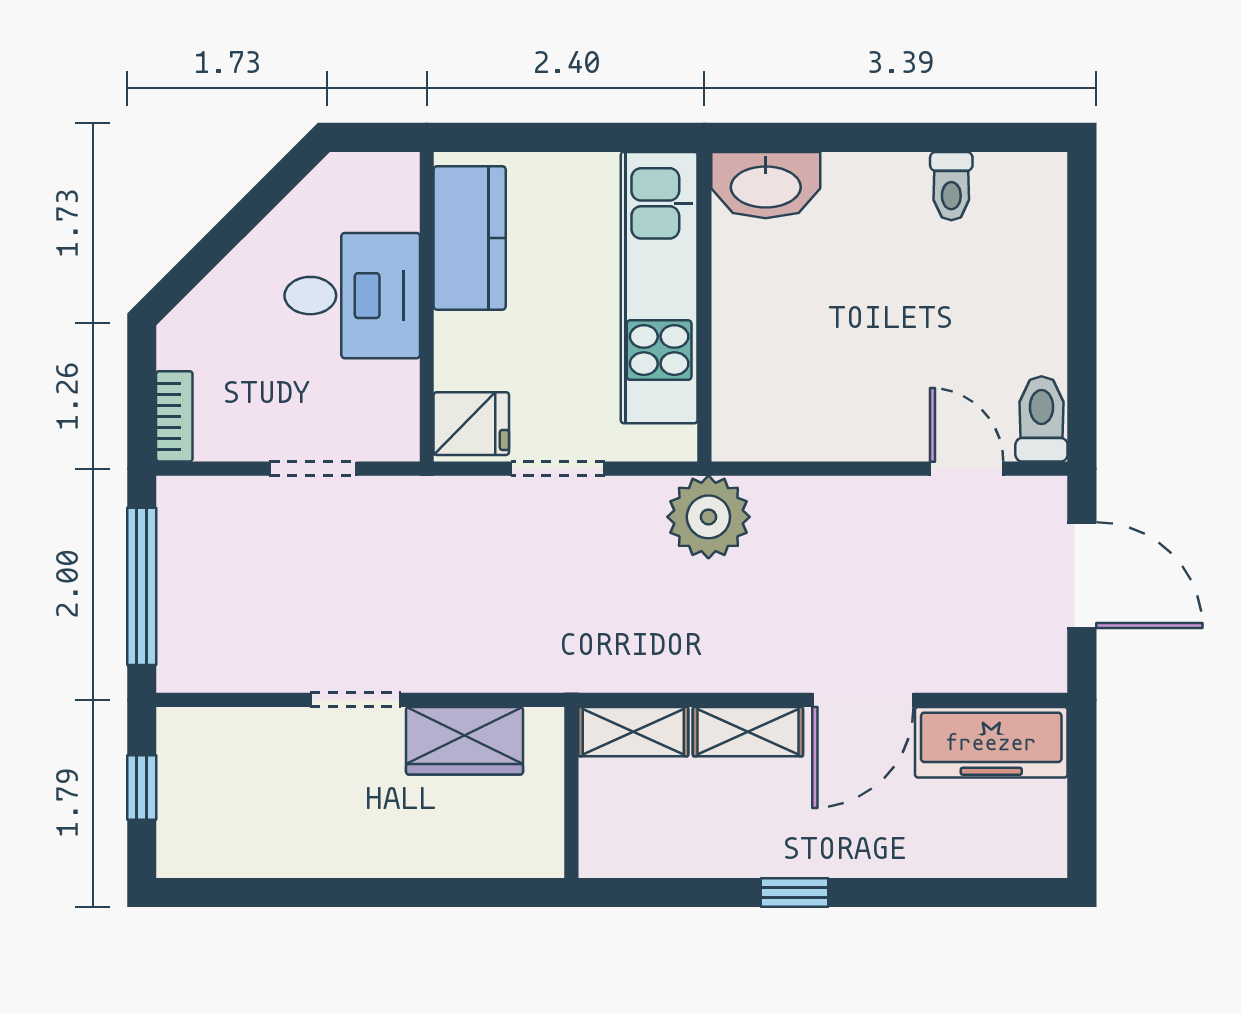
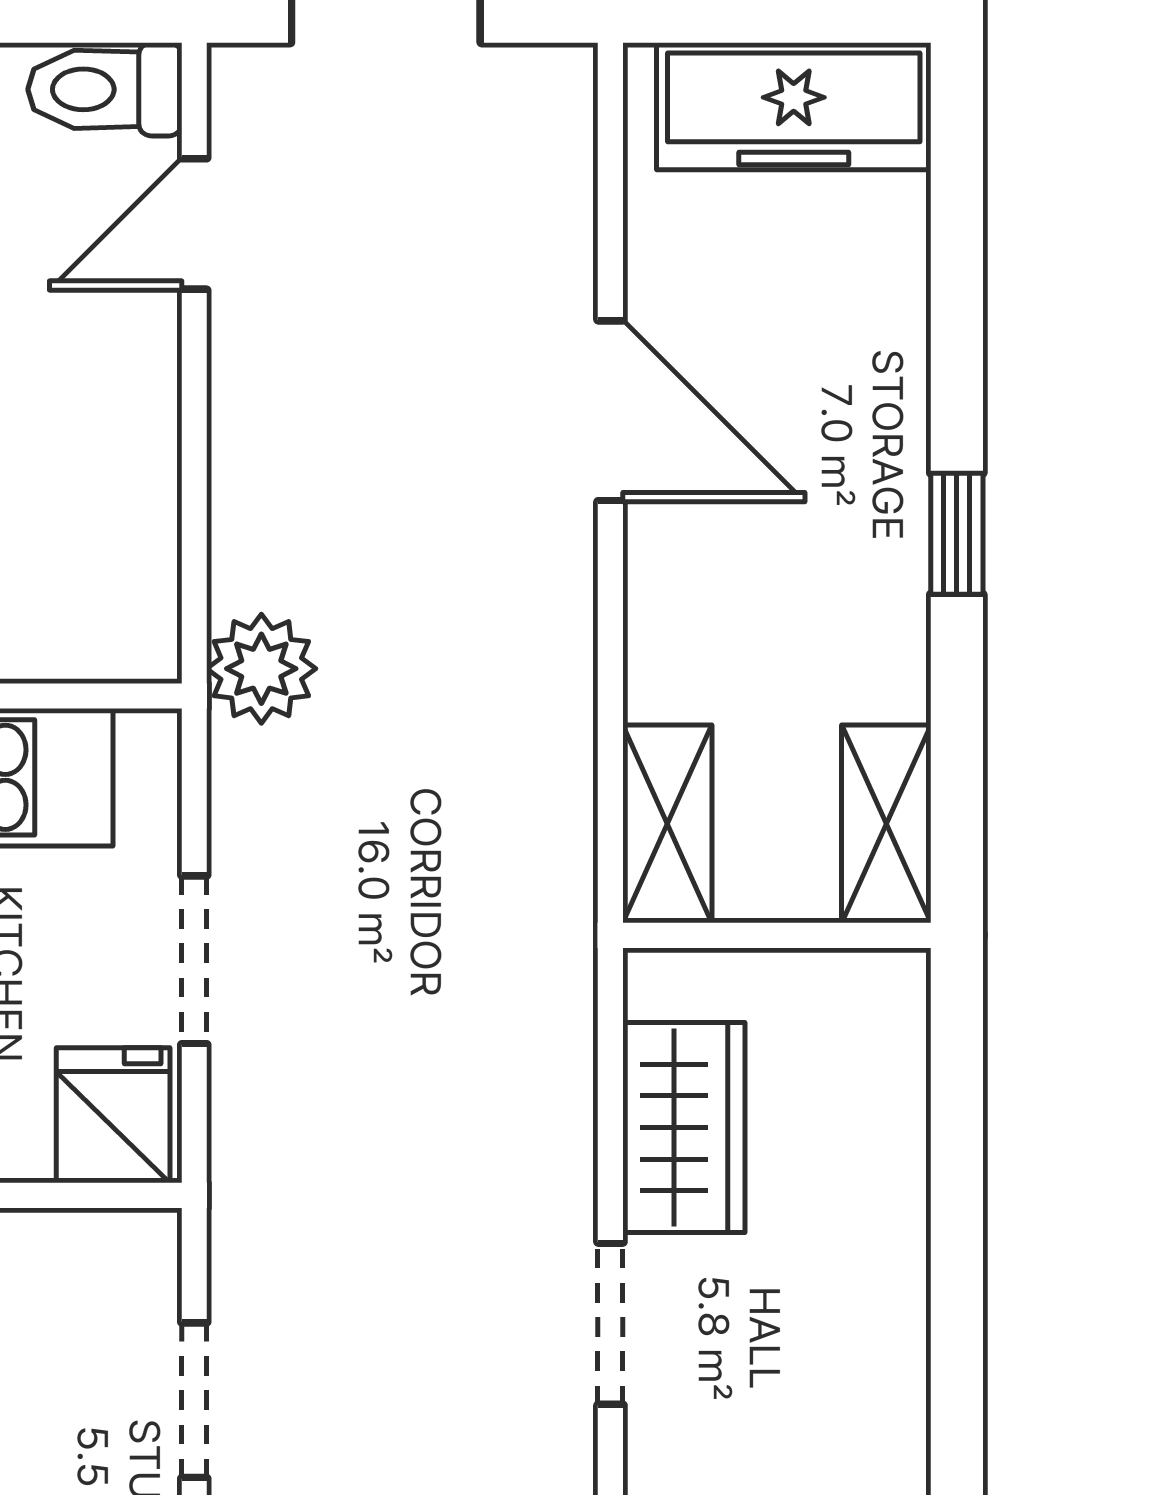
plant: (708, 517) -> (261, 669), width x0.73, depth x0.73
shelving: (748, 732) -> (886, 824), moved
freezer: (991, 742) -> (794, 106), moved, turned 90

